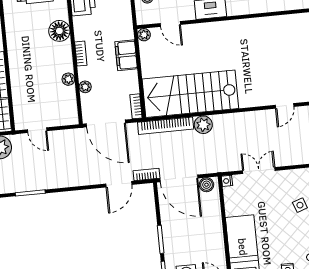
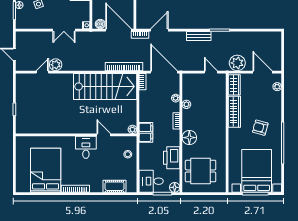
door: (170, 24) -> (104, 135), moved
filing cabinet: (126, 55) -> (146, 132), moved
plant: (203, 125) -> (56, 65), moved
bench: (60, 181) -> (199, 36), added

